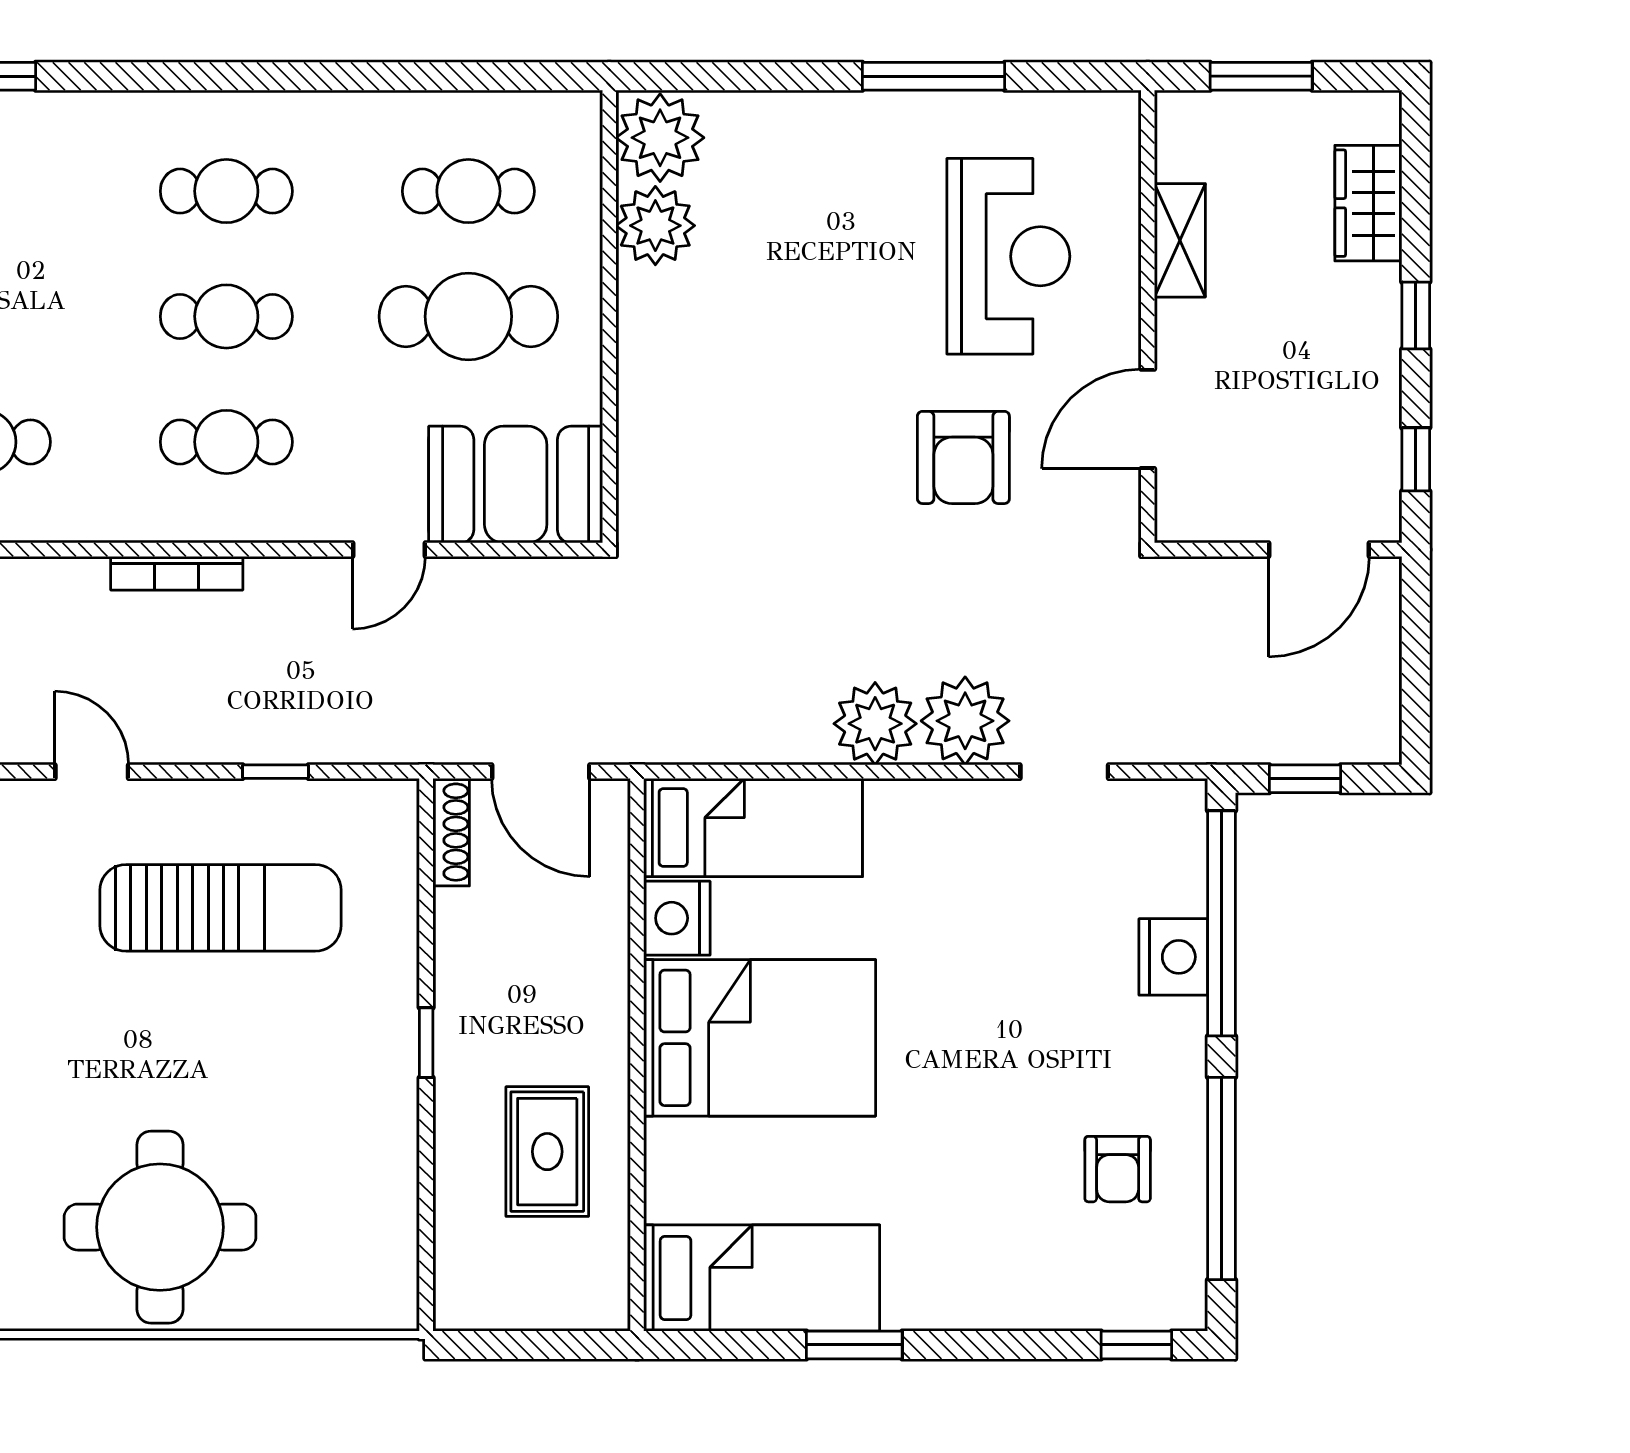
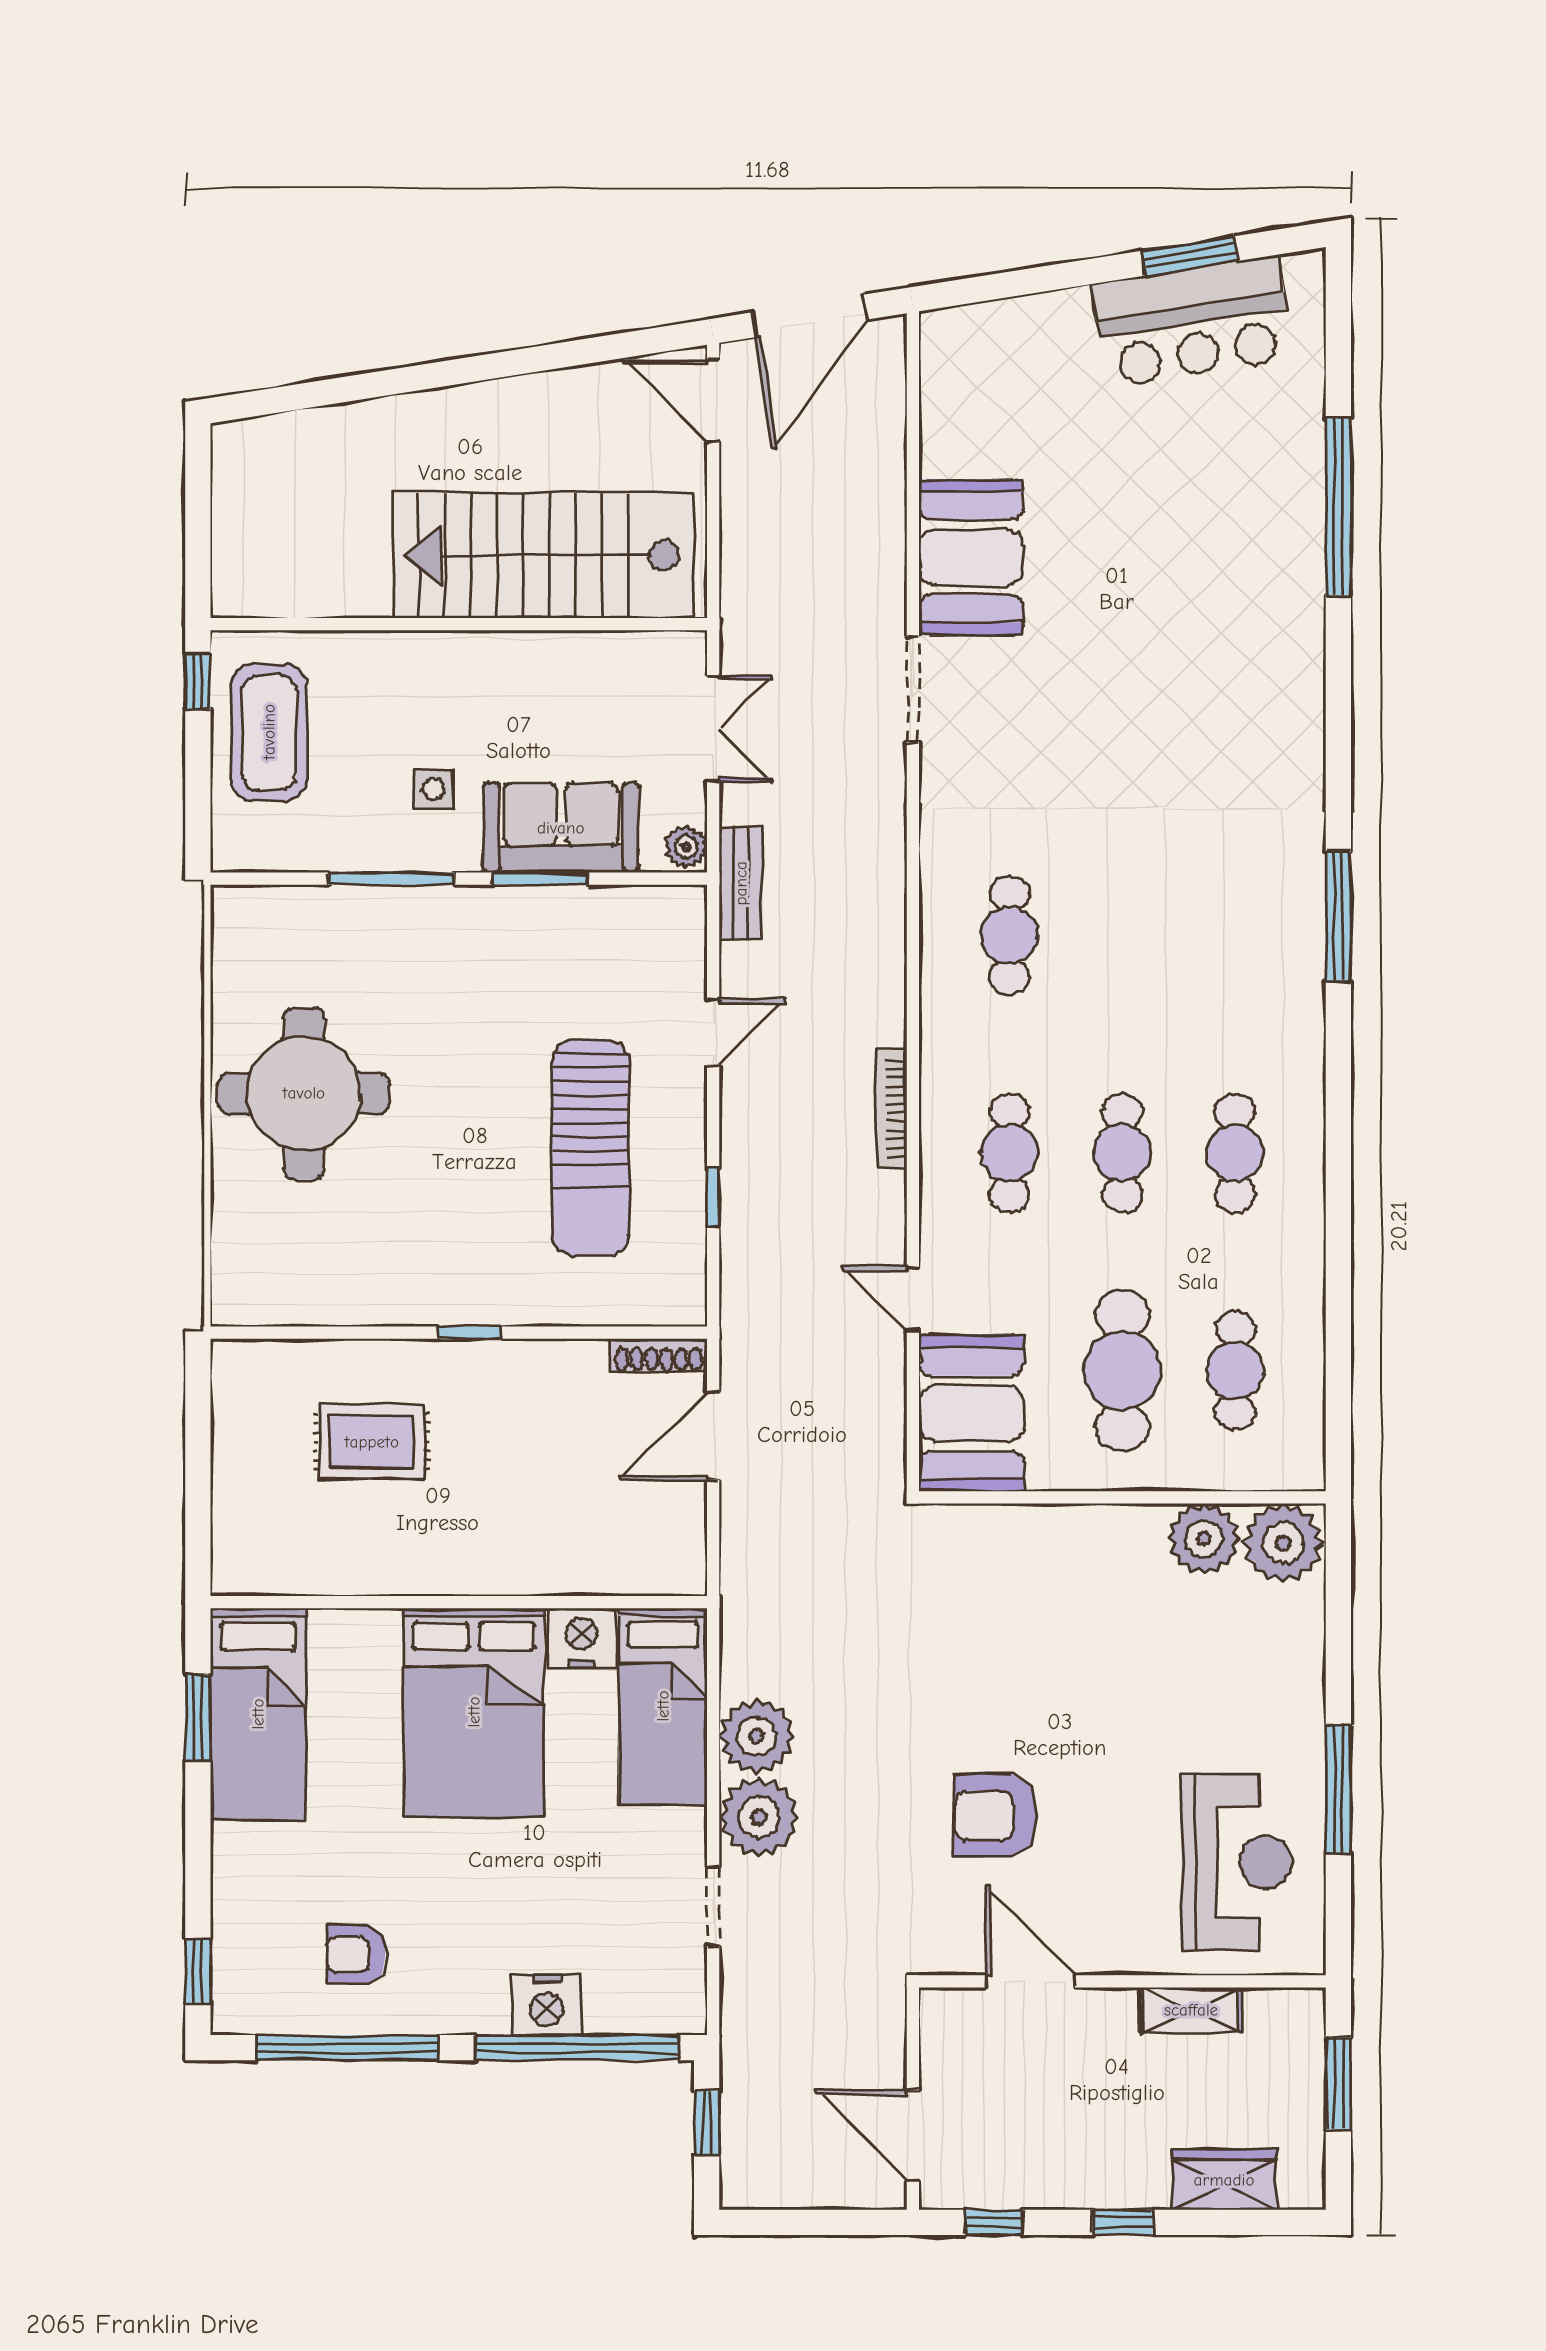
reception desk: (1008, 256) -> (1237, 1862), moved, turned -90
bed: (753, 828) -> (663, 1706), moved
nightstand: (677, 918) -> (581, 1638), moved
bed: (760, 1038) -> (474, 1712), moved
wall: (637, 1055) -> (459, 1602), moved
bed: (762, 1278) -> (258, 1714), moved

